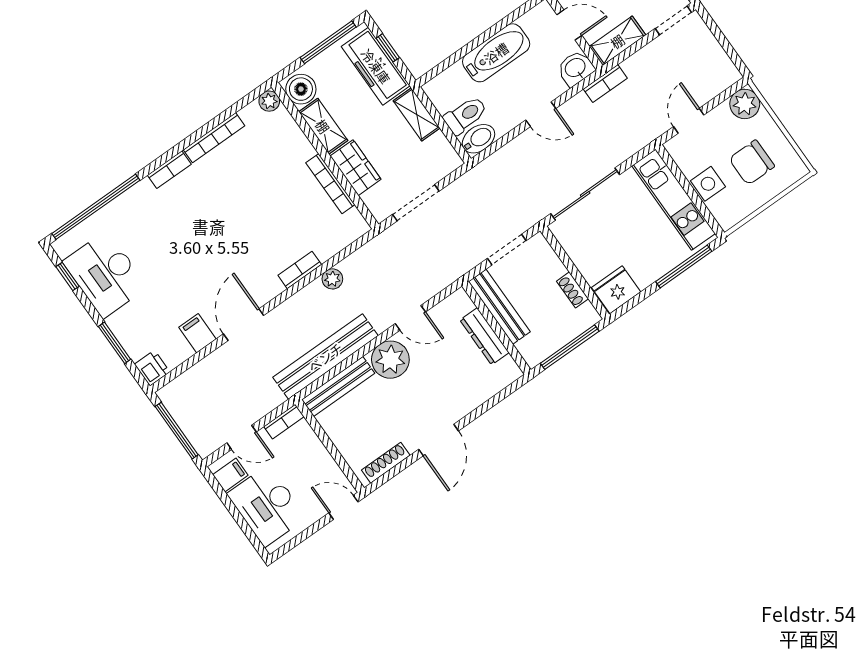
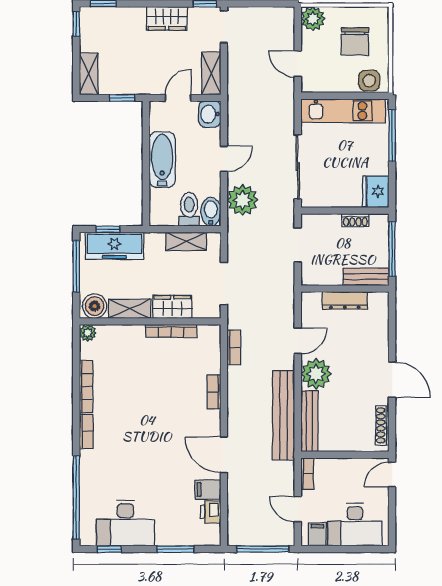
bookcase: (605, 84) -> (234, 347), moved
shelving: (417, 114) -> (186, 241), moved
side table: (708, 184) -> (369, 81), moved
plant: (332, 279) -> (243, 200), moved, width x1.88, depth x1.88
bench: (499, 307) -> (366, 277), moved, width x0.73
printer: (152, 368) -> (211, 512), moved, turned -90
door: (242, 437) -> (298, 509), swing flipped

